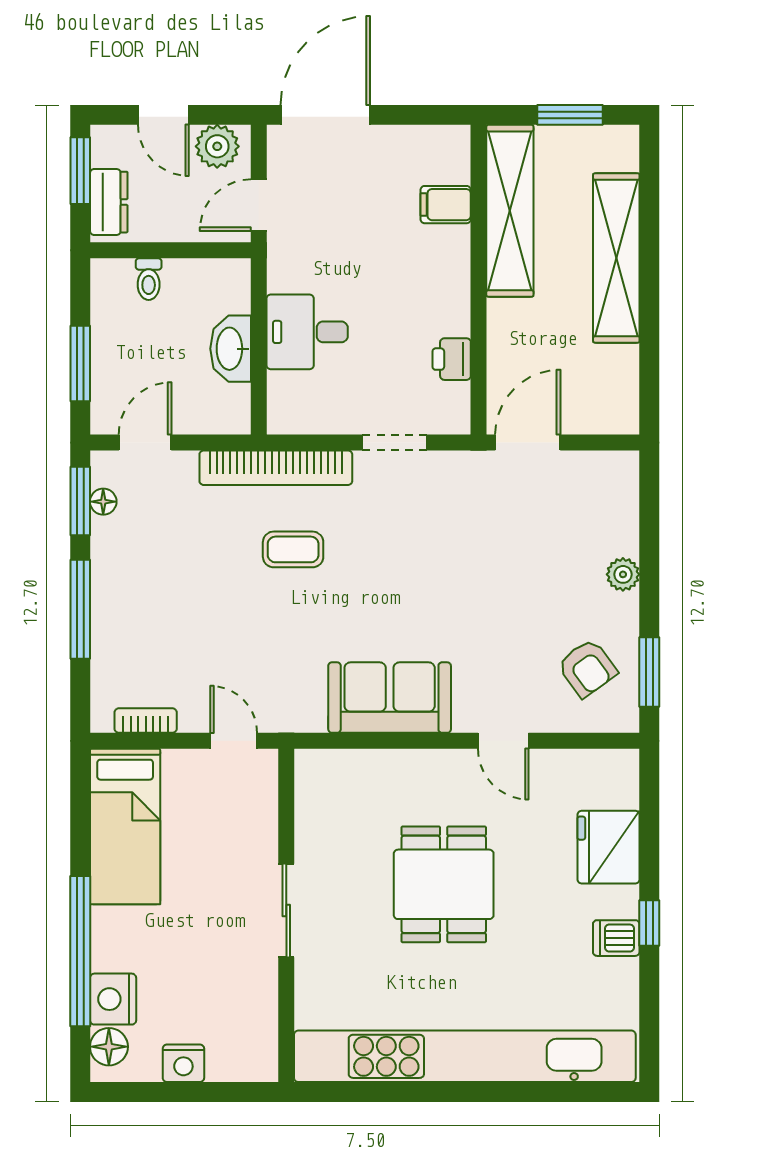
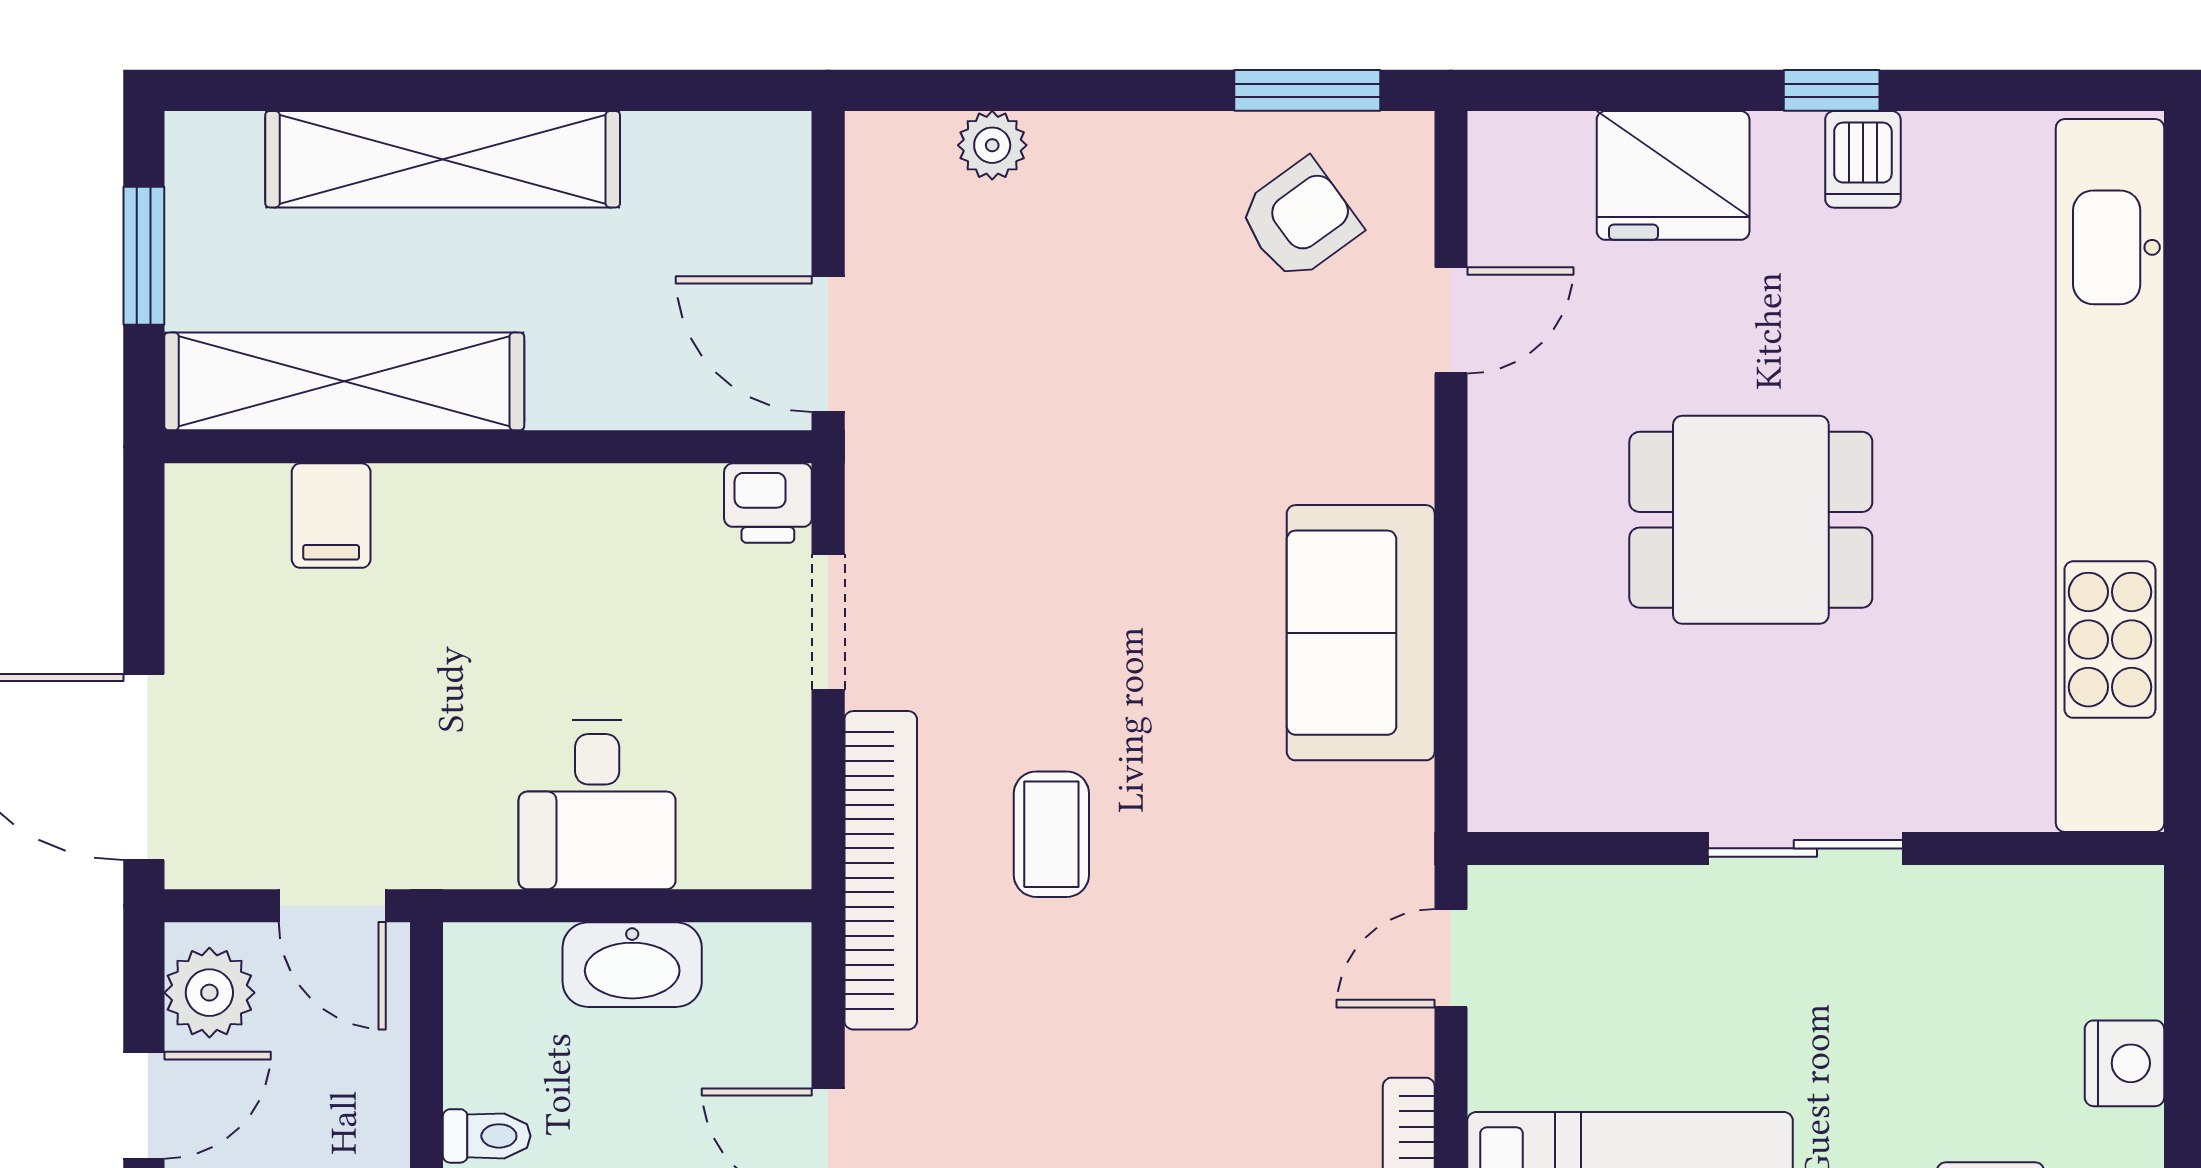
printer: (452, 359) -> (768, 503), moved
plant: (623, 574) -> (992, 145), moved
door: (503, 741) -> (1451, 320), moved

